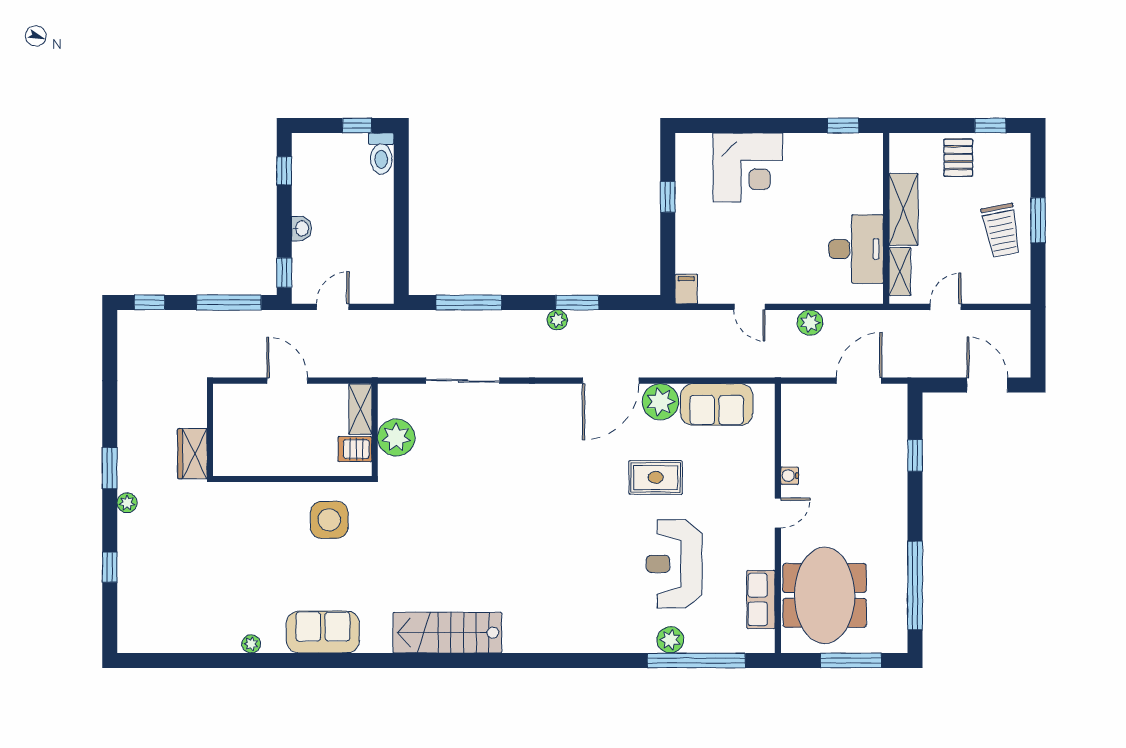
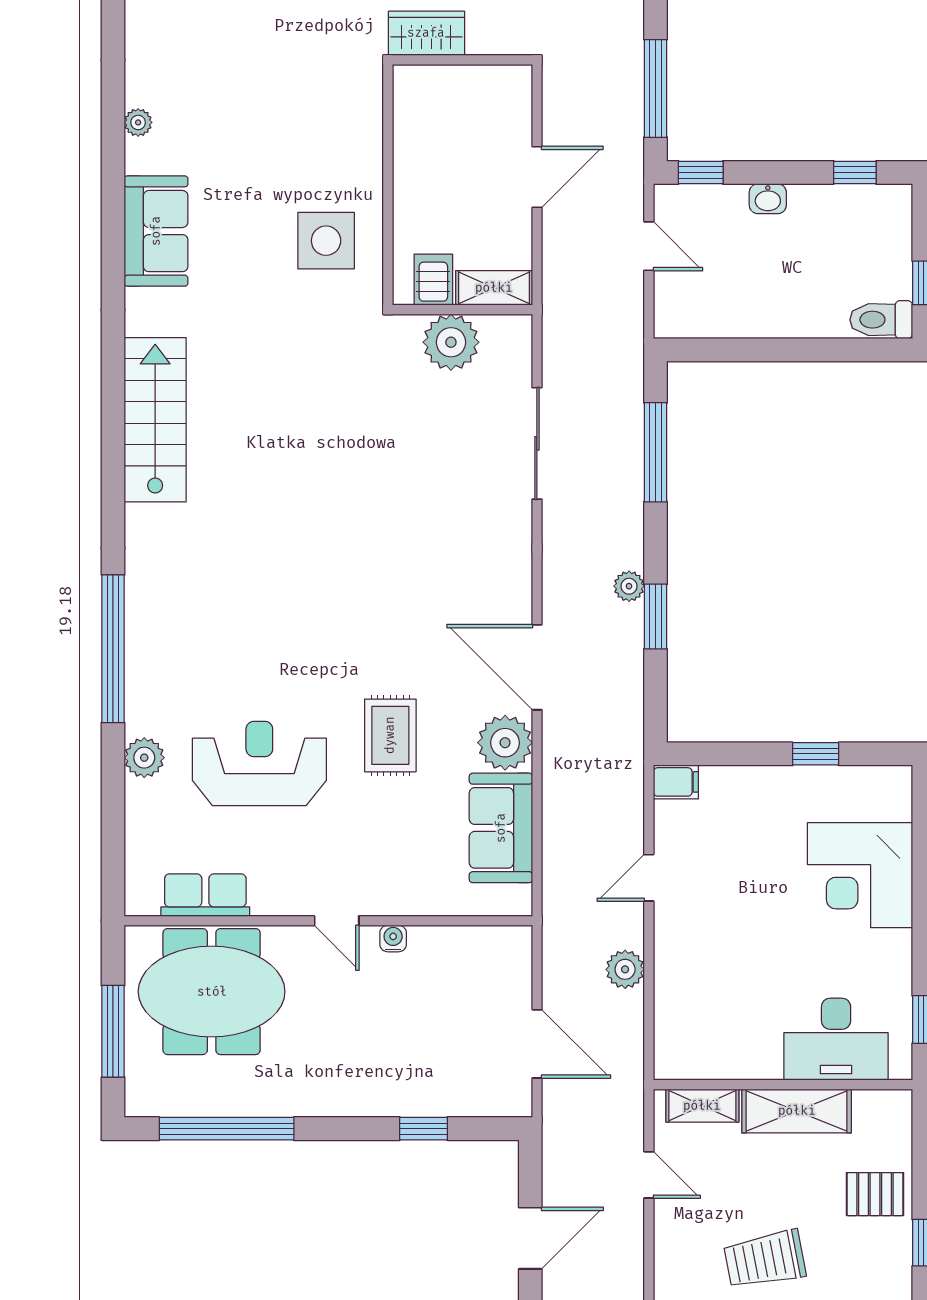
desk: (856, 249) -> (836, 1039), moved
window: (696, 660) -> (113, 649), moved

